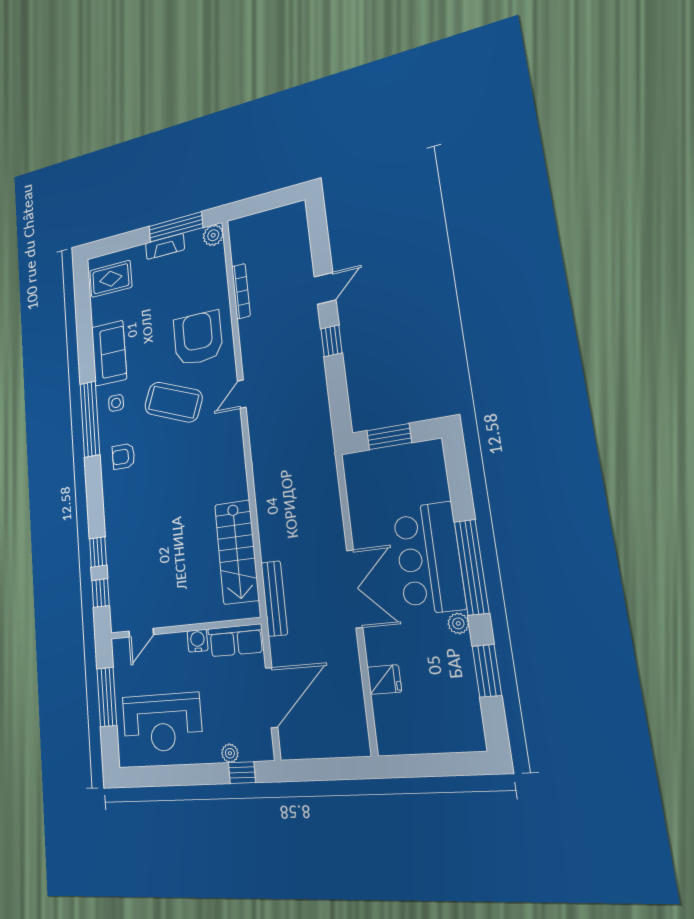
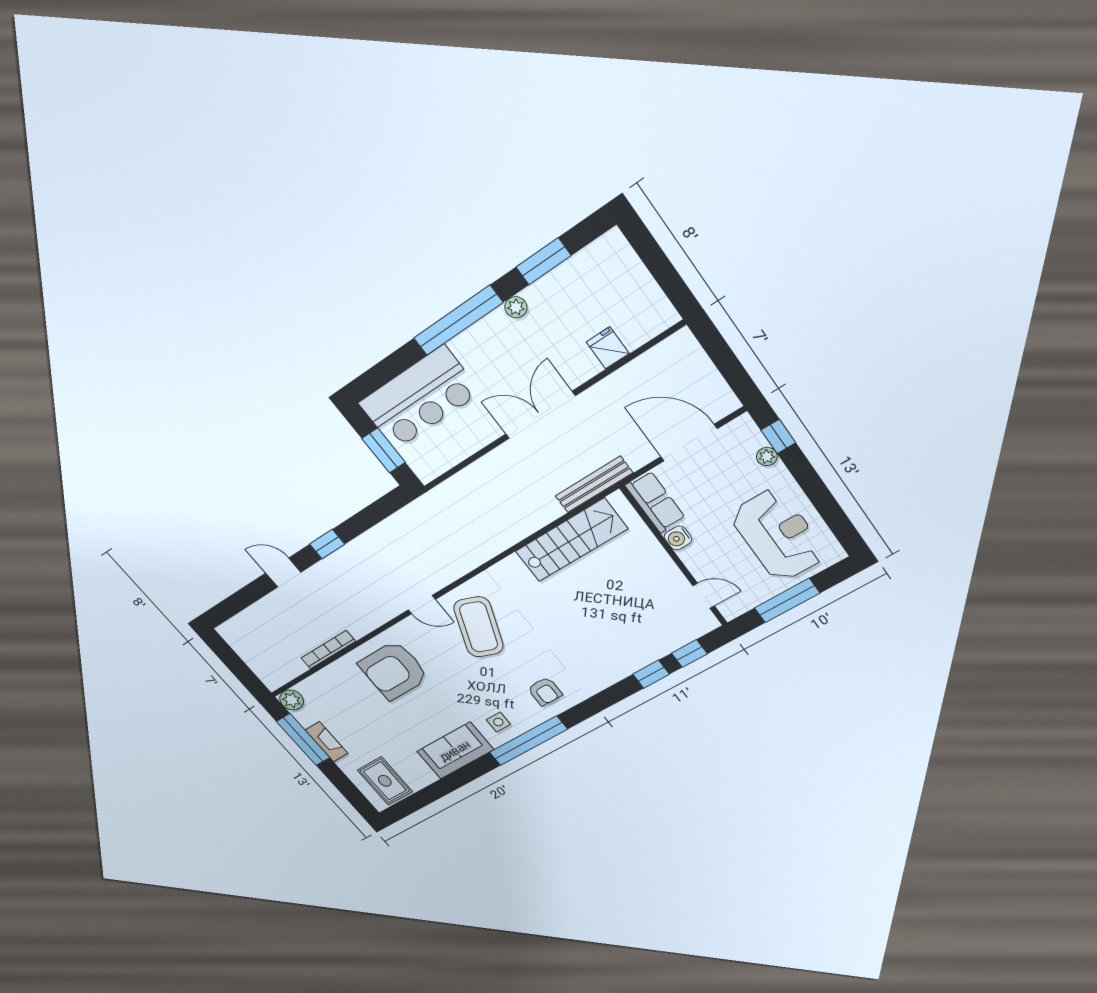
coffee table: (173, 402) -> (479, 627), moved
bar counter: (429, 558) -> (419, 398), moved

